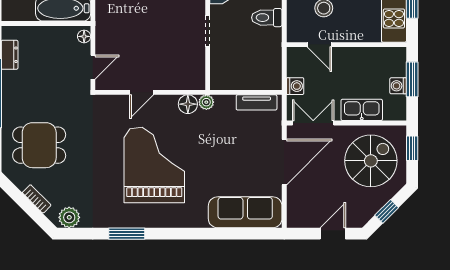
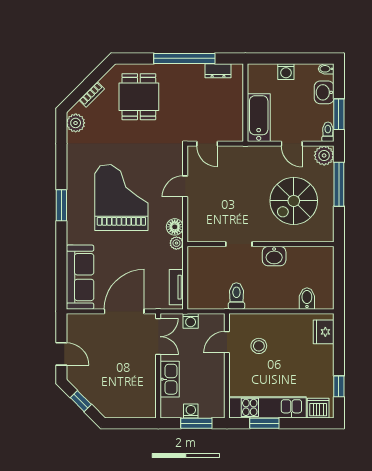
toilet: (267, 18) -> (236, 296), moved
floor lamp: (84, 36) -> (234, 136), removed
door: (142, 92) -> (185, 186), hinge flipped
window: (412, 148) -> (136, 423), removed
spiral stairs: (371, 161) -> (125, 387), removed
door: (284, 162) -> (124, 311), swing flipped
grand piano: (154, 165) -> (121, 197), turned -90
window: (127, 234) -> (61, 205), moved

